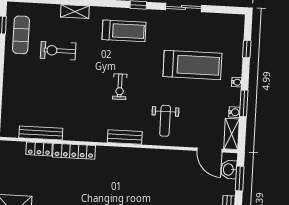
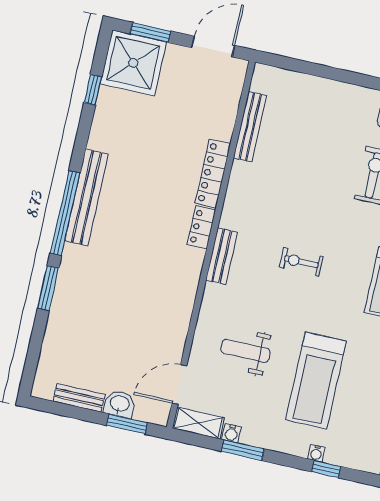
water cooler: (237, 82) -> (316, 453), moved
weight bench: (165, 121) -> (245, 351), moved
locker: (39, 149) -> (201, 227), moved
washbasin: (229, 170) -> (120, 404), moved

